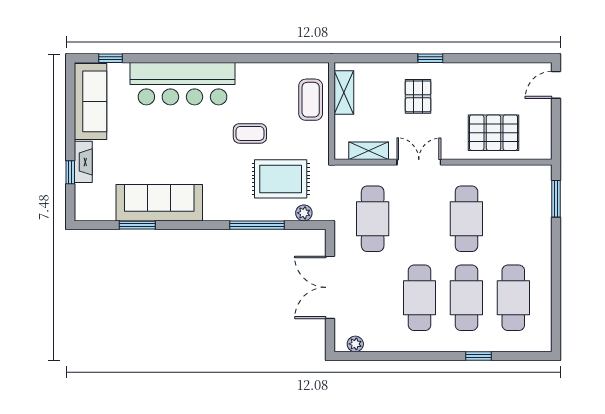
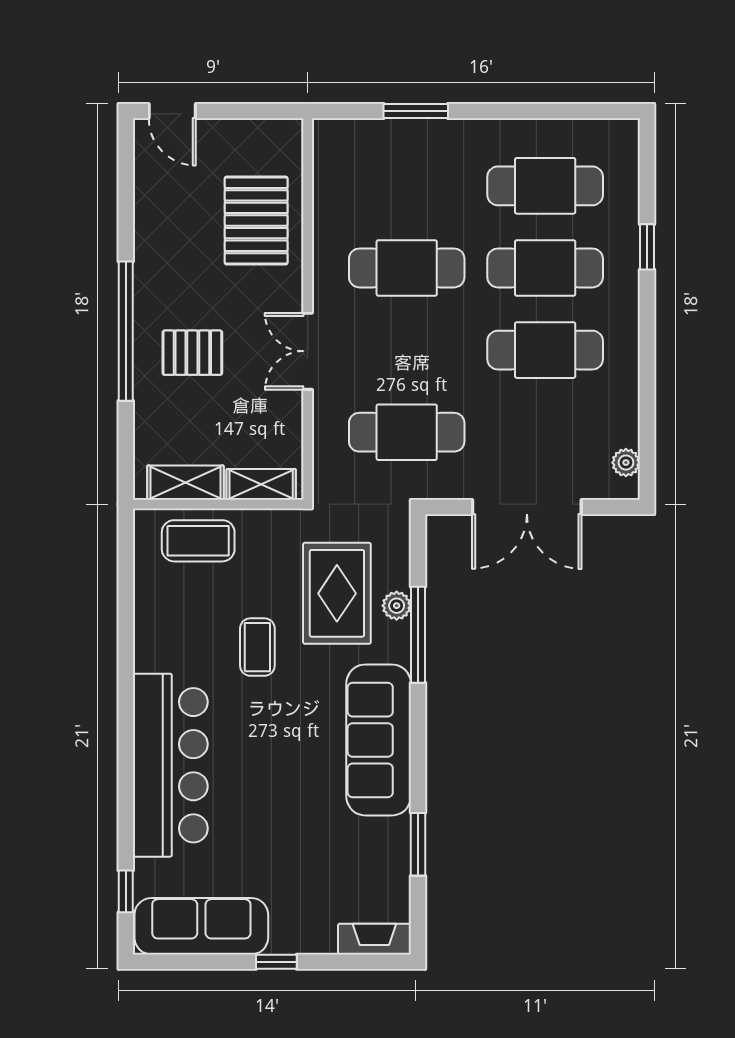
window: (430, 58) -> (126, 331), width x3.17
shelving: (369, 151) -> (261, 484), moved, turned 90
fireplace: (83, 162) -> (374, 939), moved
window: (70, 172) -> (276, 962), moved
window: (556, 199) -> (416, 111), moved
sofa: (159, 203) -> (379, 740), moved
plant: (304, 213) -> (397, 606), moved

